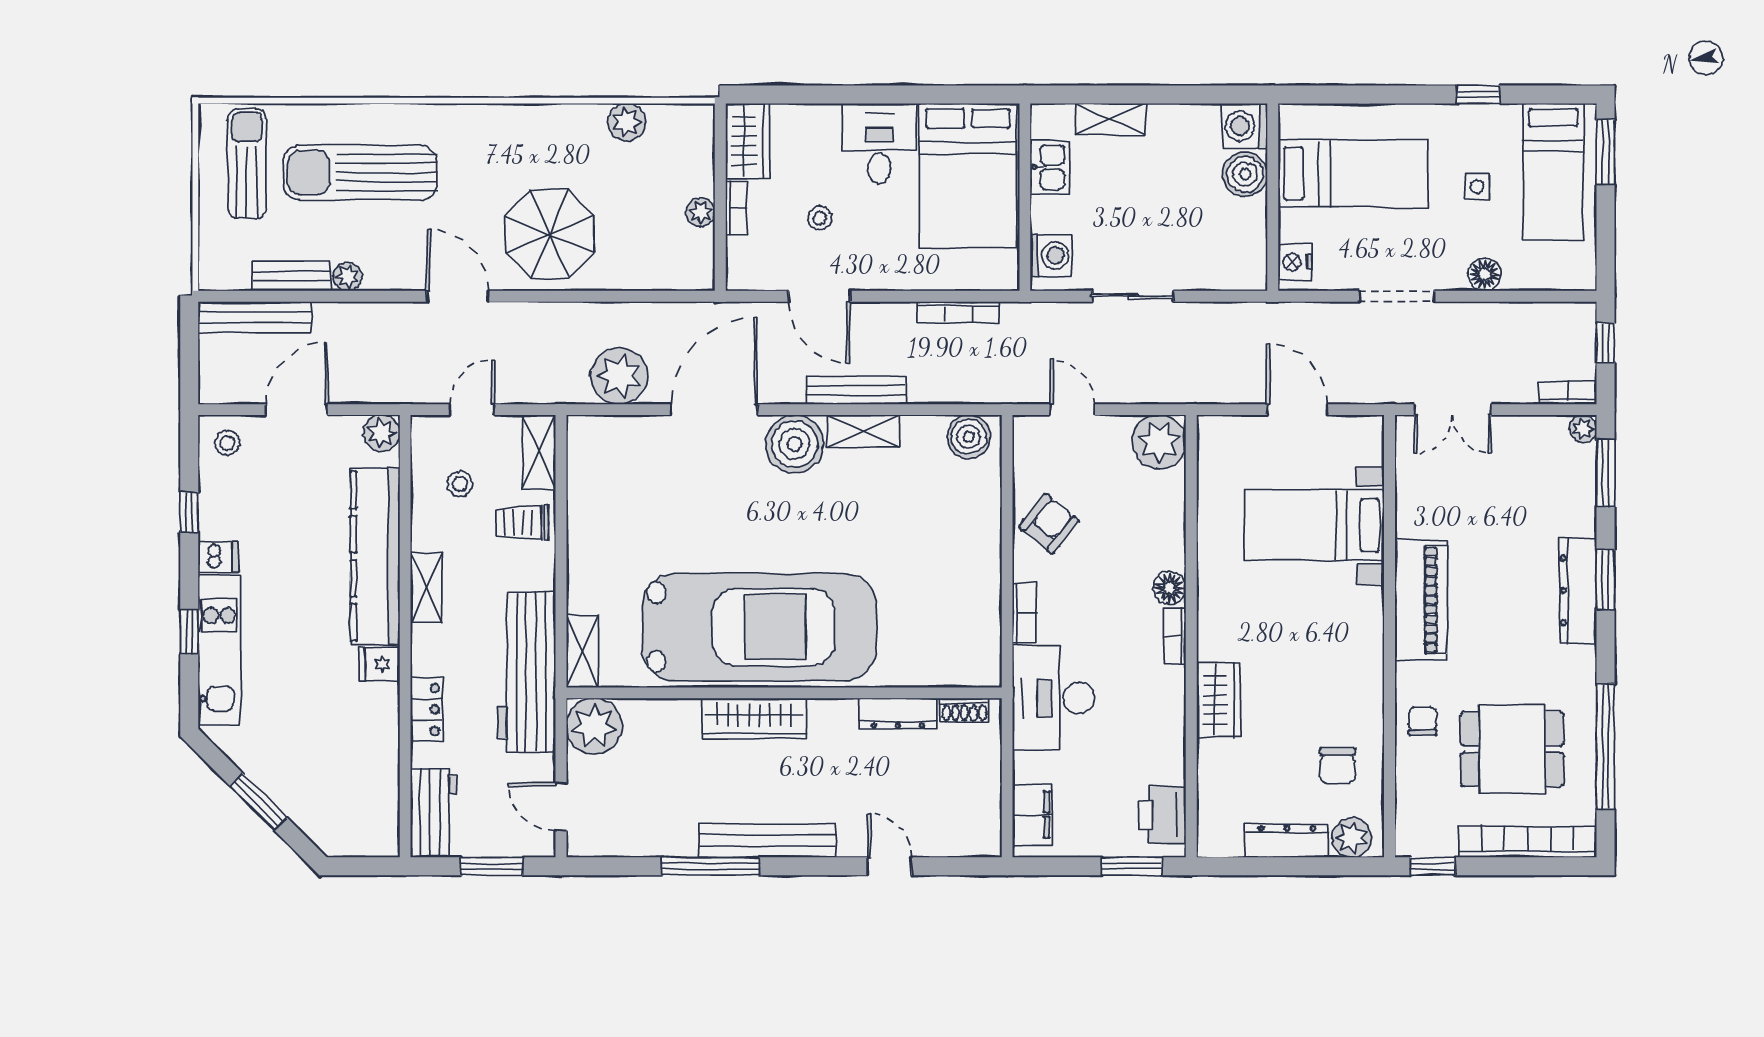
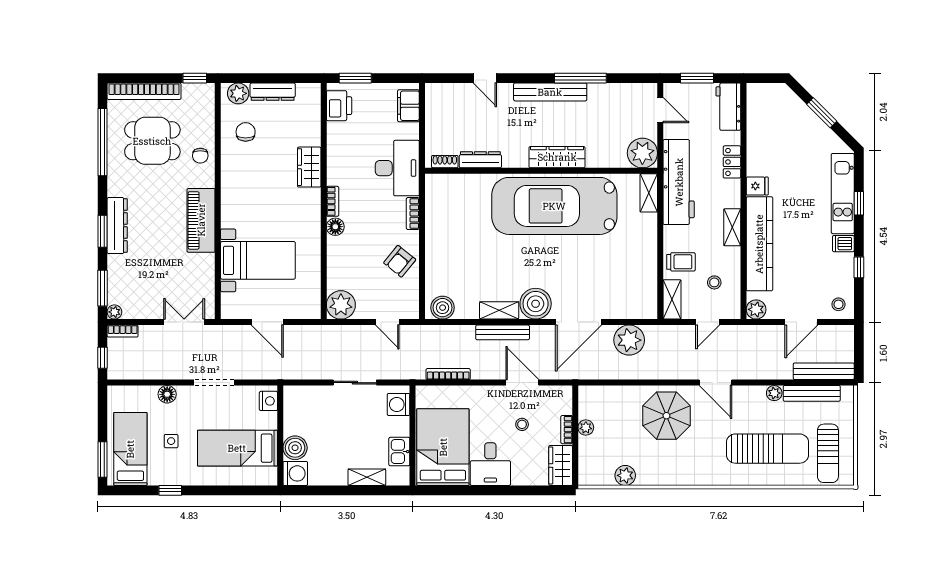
bench: (291, 276) -> (812, 393), width x1.36

